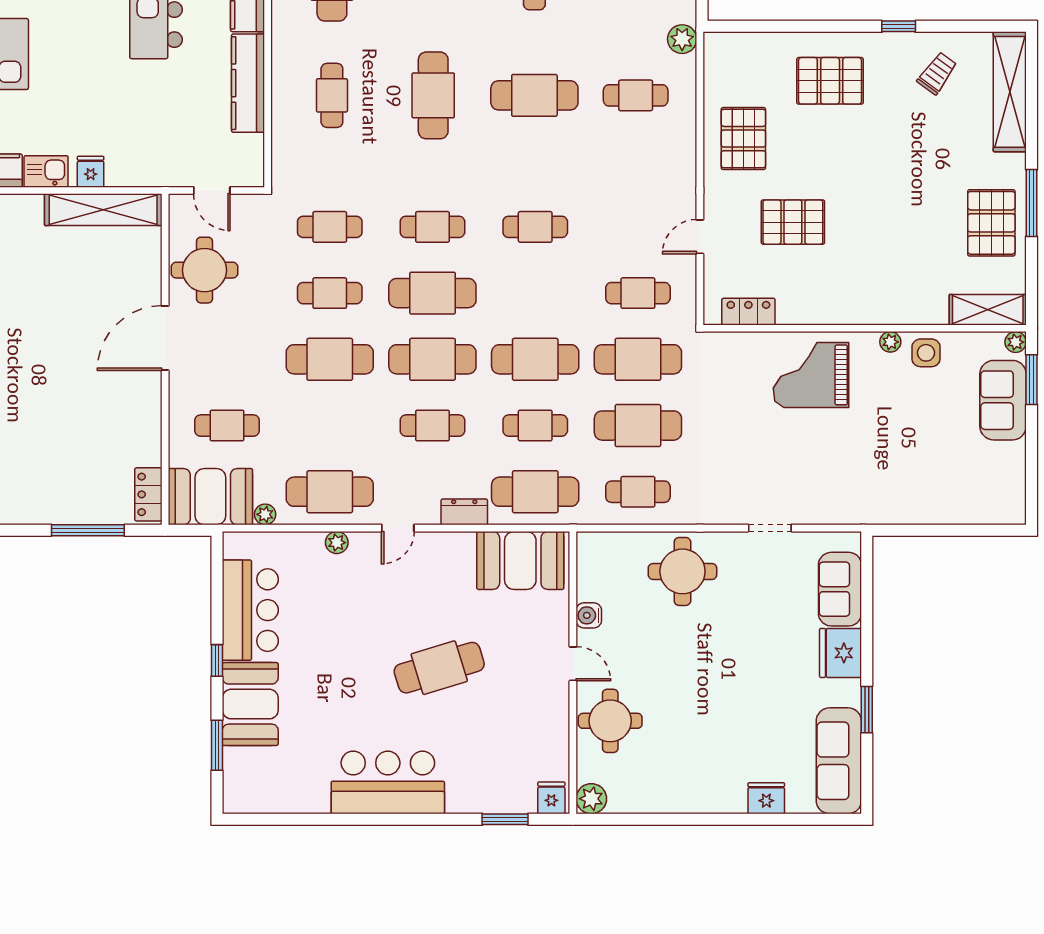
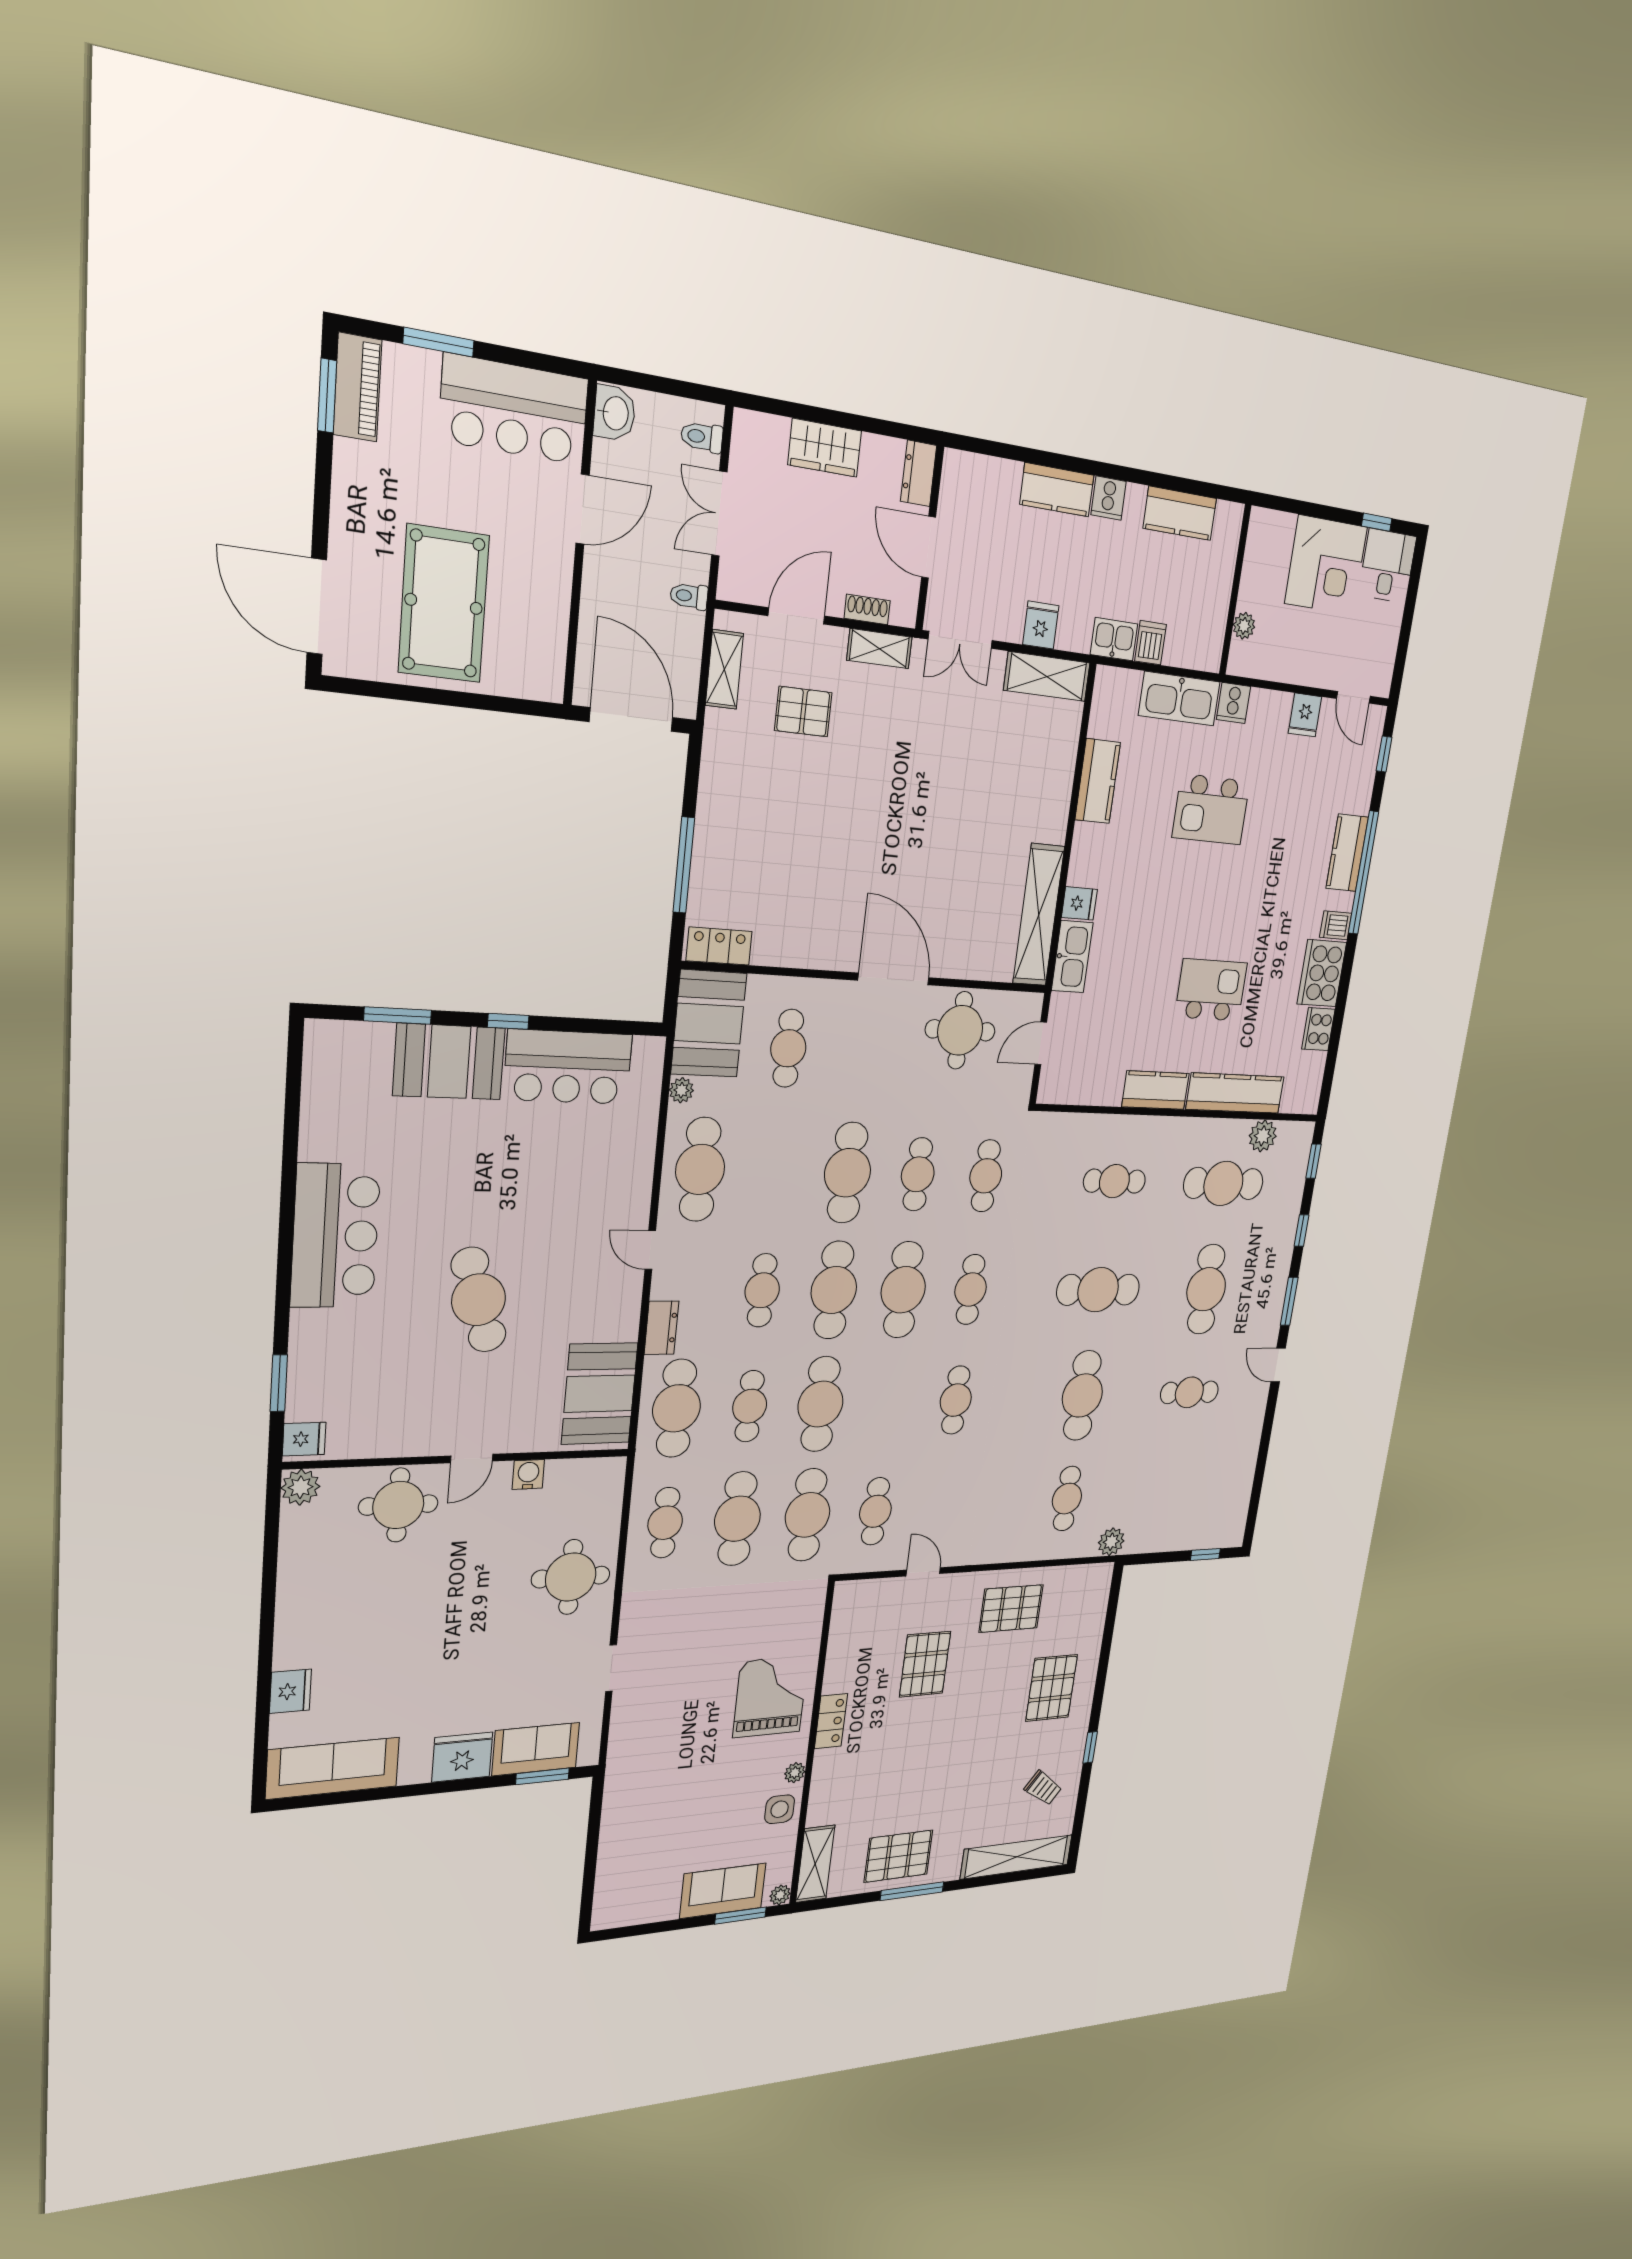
kitchen counter: (248, 83) -> (1156, 1090), width x0.67
kitchen sink: (46, 171) -> (1072, 957), moved, width x1.38
locker: (748, 312) -> (831, 1721), moved
plant: (337, 543) -> (640, 1177), removed
window: (867, 710) -> (542, 1776), moved

